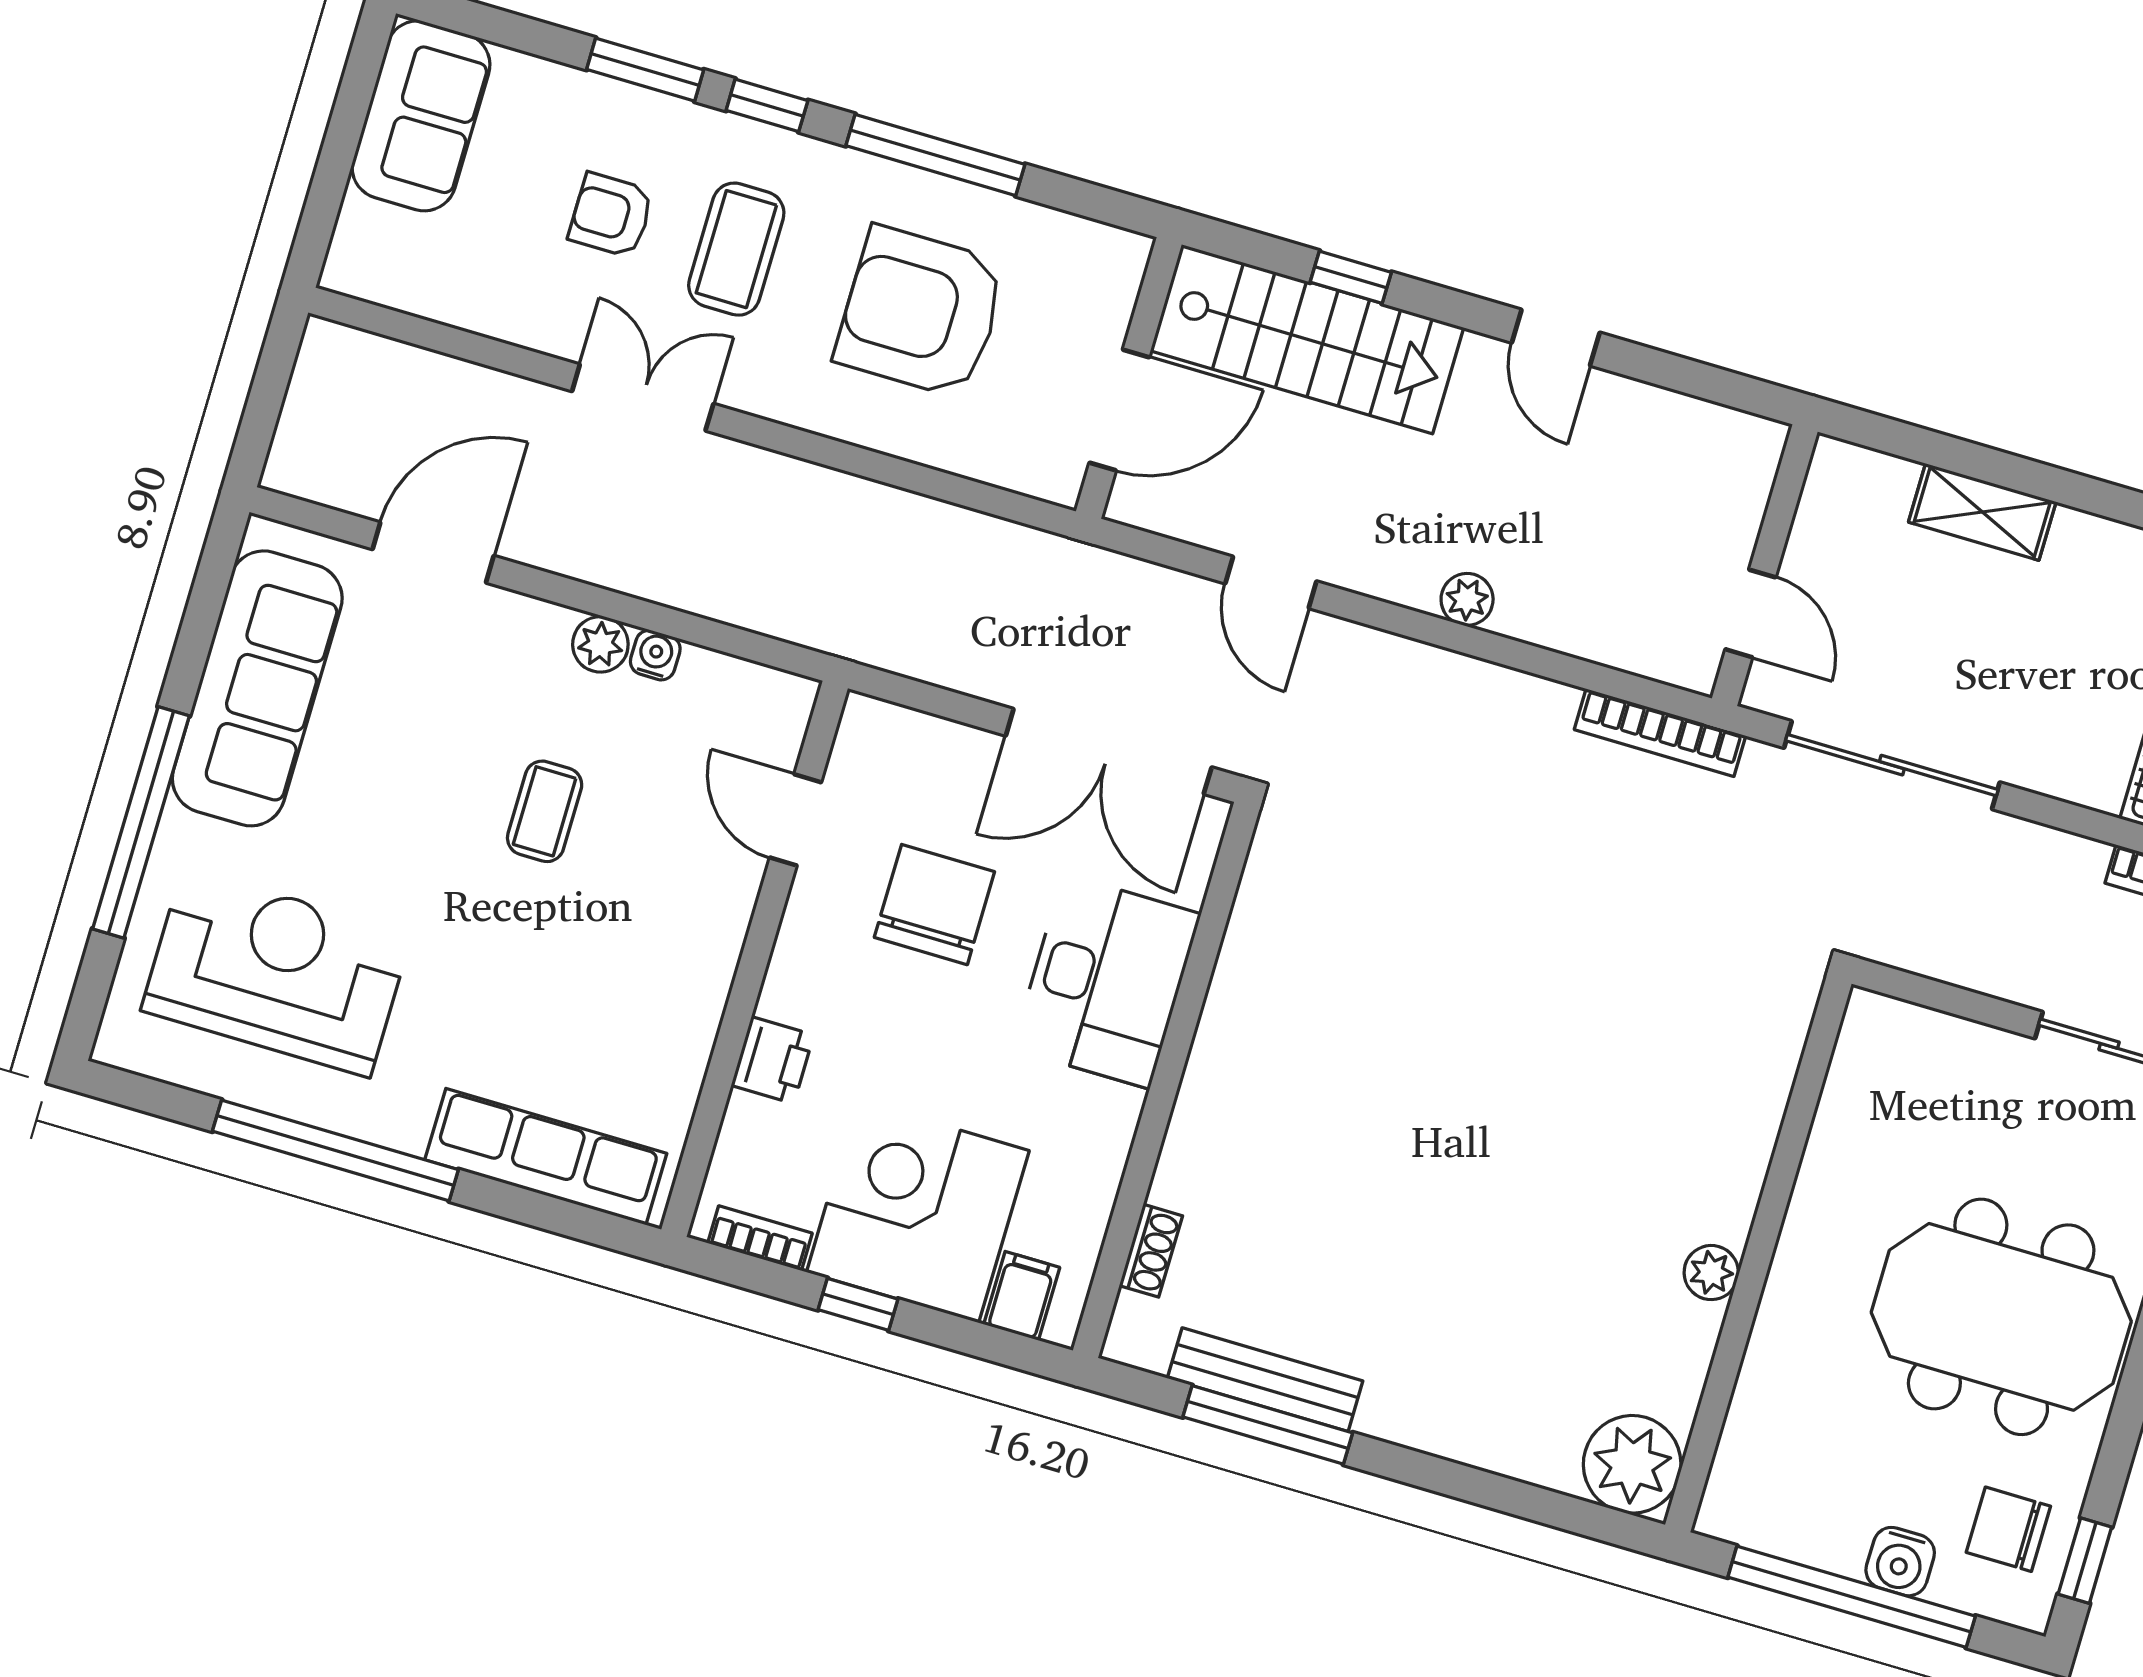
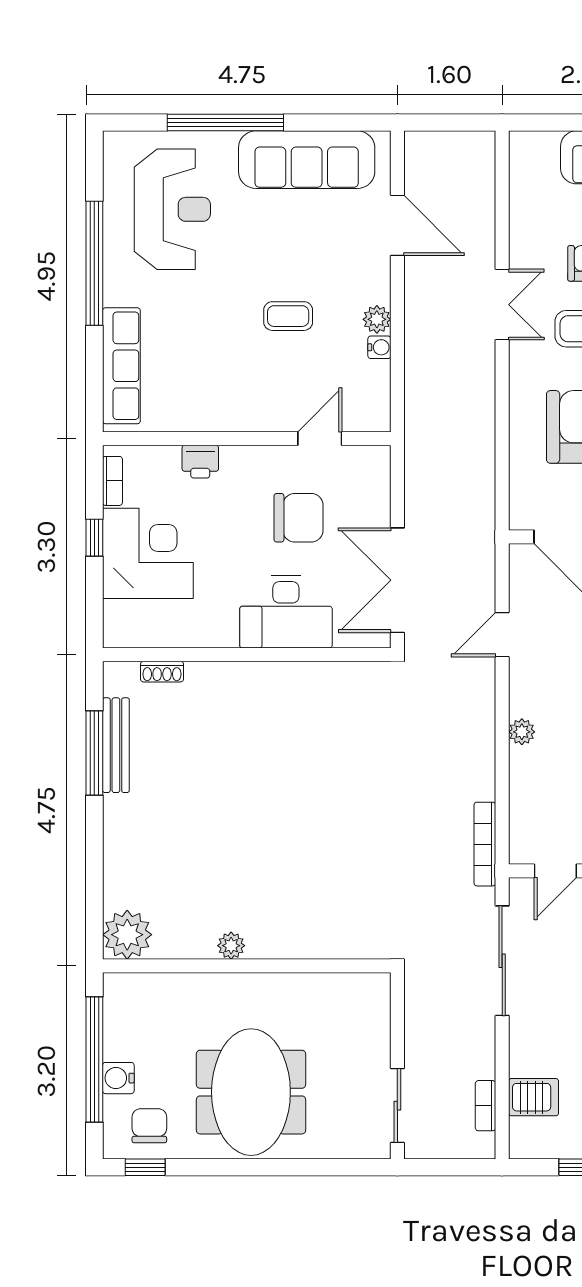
filing cabinet: (1022, 1296) -> (122, 616), removed

